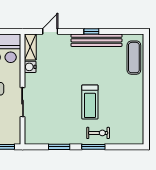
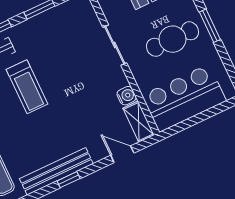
door: (50, 31) -> (122, 154), swing flipped
treadmill: (90, 102) -> (27, 87), turned 180

